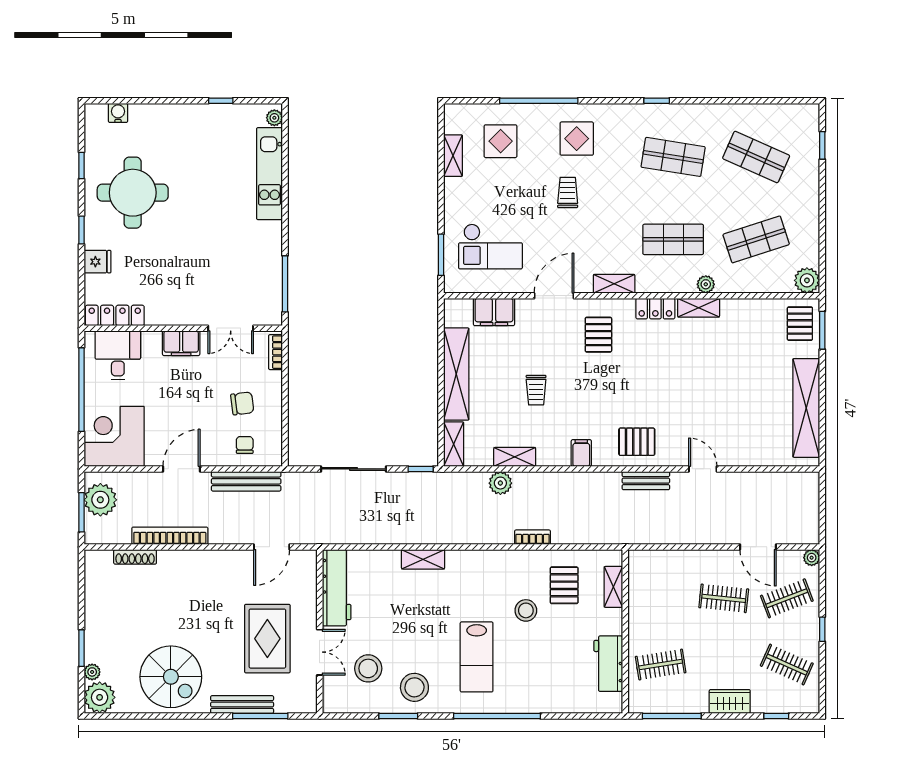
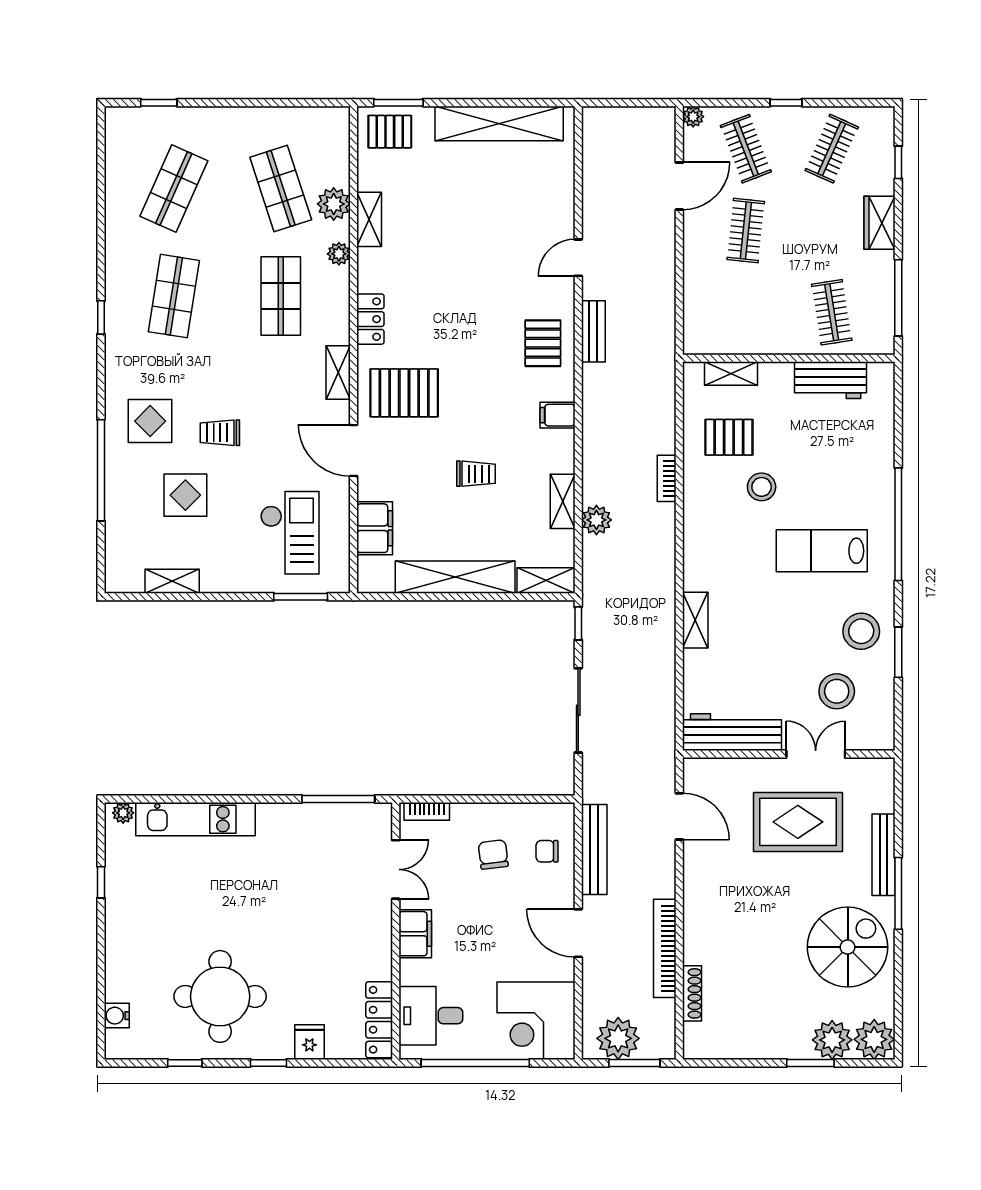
display table: (501, 141) -> (185, 495), moved
plant: (807, 280) -> (334, 204), moved
shelving: (699, 308) -> (369, 219), moved
pallet: (598, 335) -> (404, 393), width x1.50, depth x1.42
lab bench: (477, 657) -> (822, 551), turned 180
plant: (92, 672) -> (832, 1040), width x1.87, depth x1.87
window: (260, 716) -> (898, 893), moved

